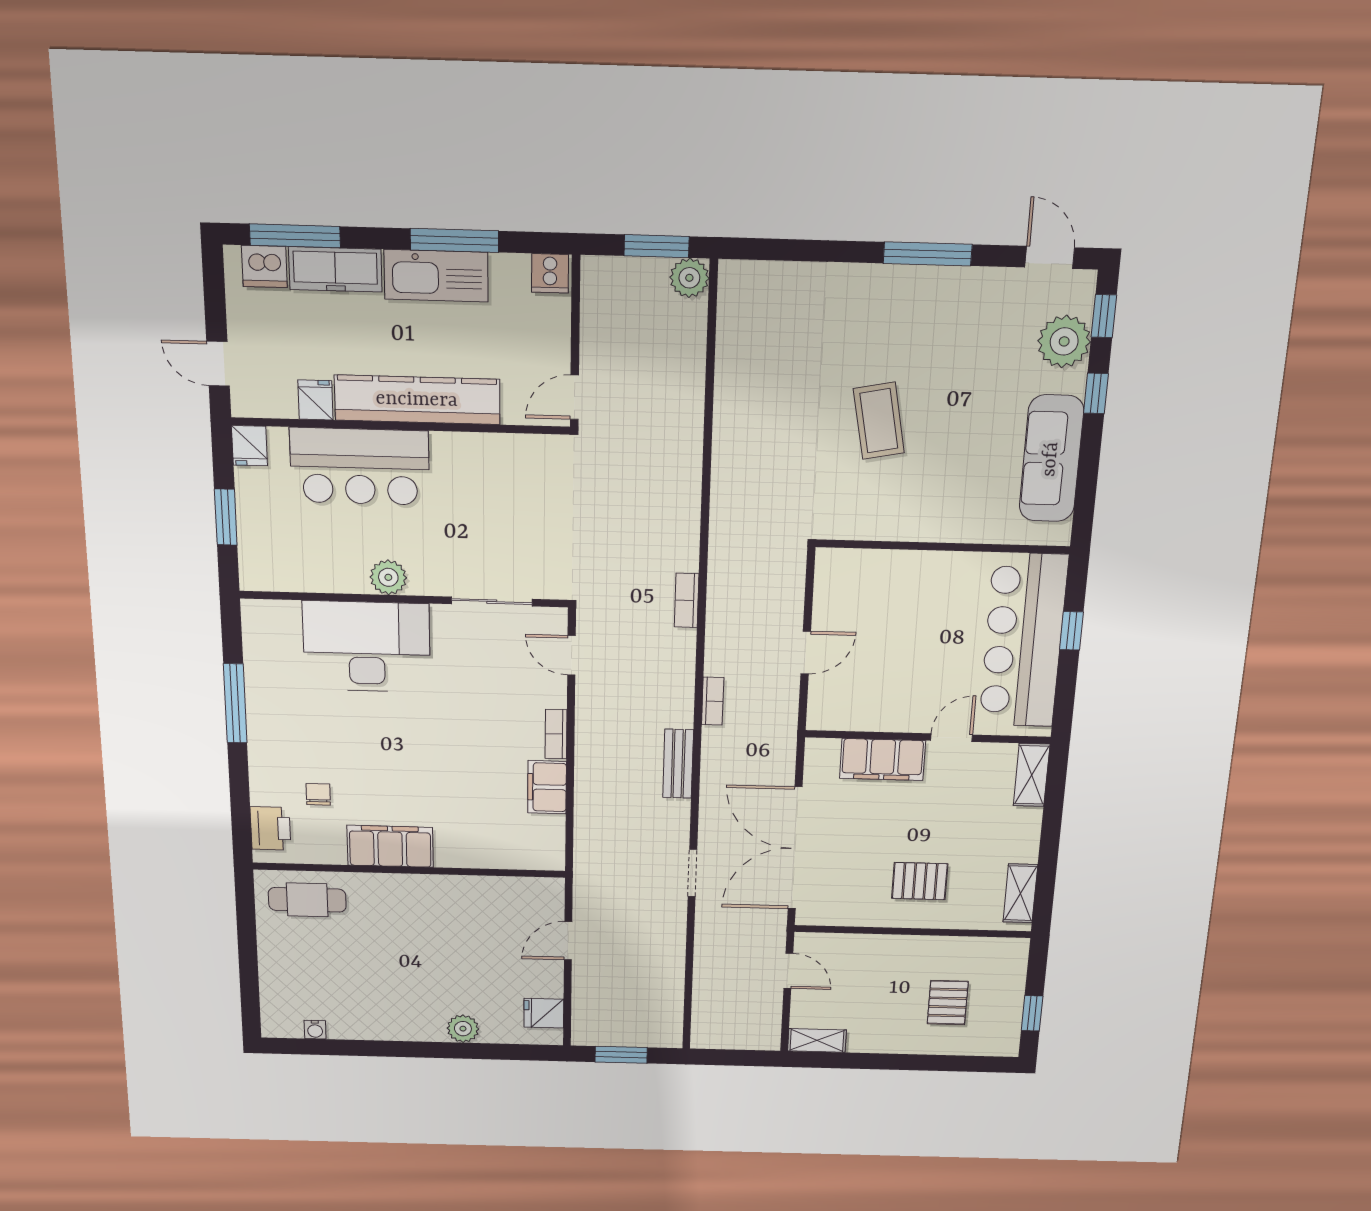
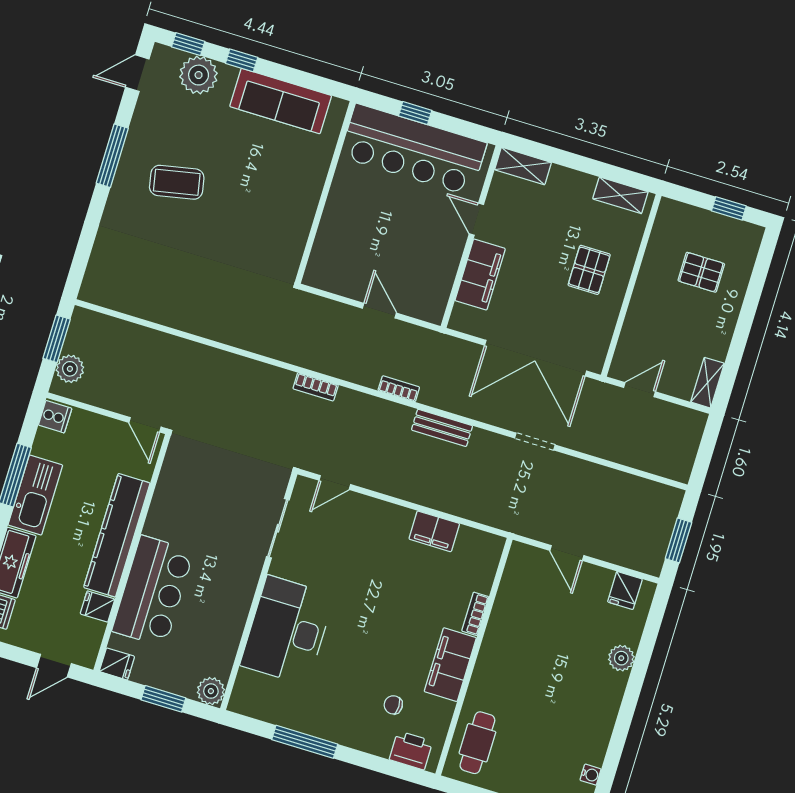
plant: (689, 278) -> (70, 369), moved
coffee table: (879, 421) -> (177, 182), moved
plant: (388, 577) -> (211, 691), moved
bookcase: (556, 734) -> (475, 614), moved, turned 90

